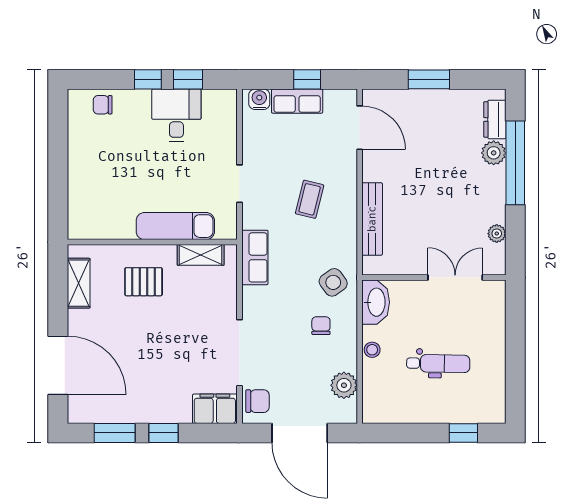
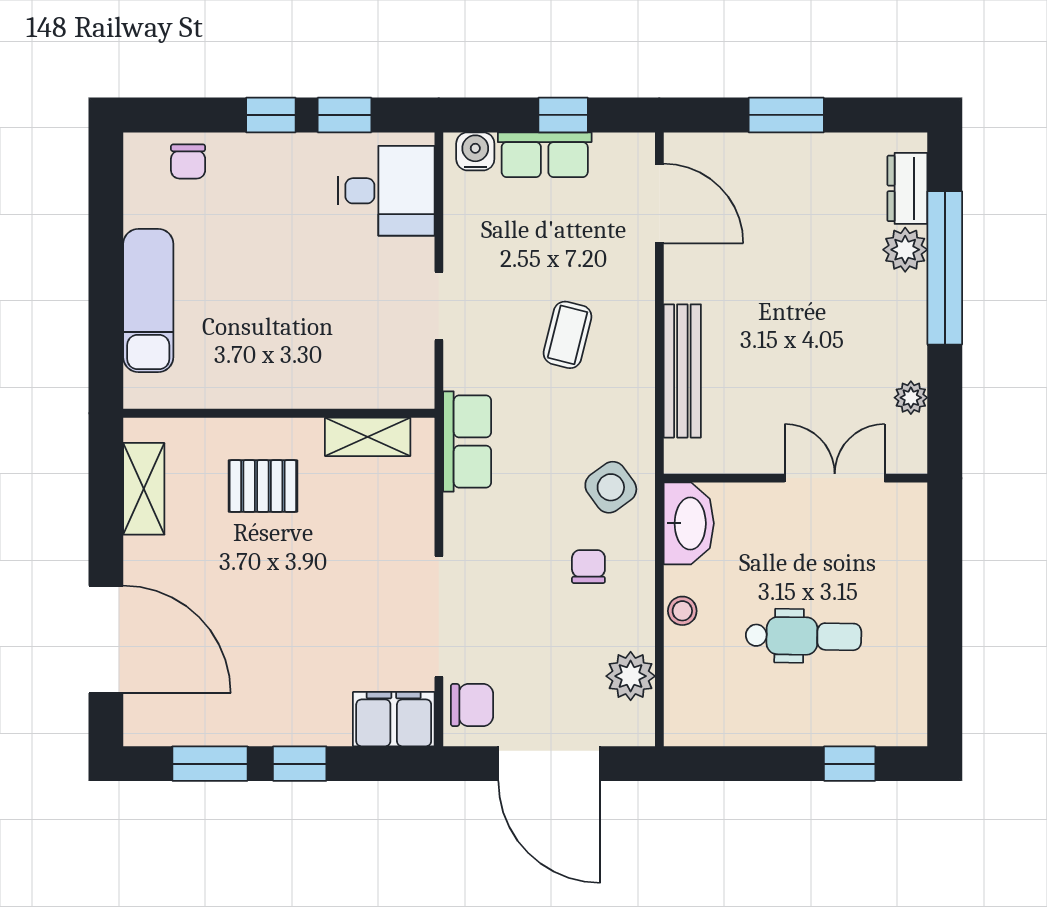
chair: (103, 105) -> (188, 161), turned -90
desk: (176, 115) -> (386, 191), moved, turned 90
exam couch: (175, 226) -> (148, 300), moved, turned 90

